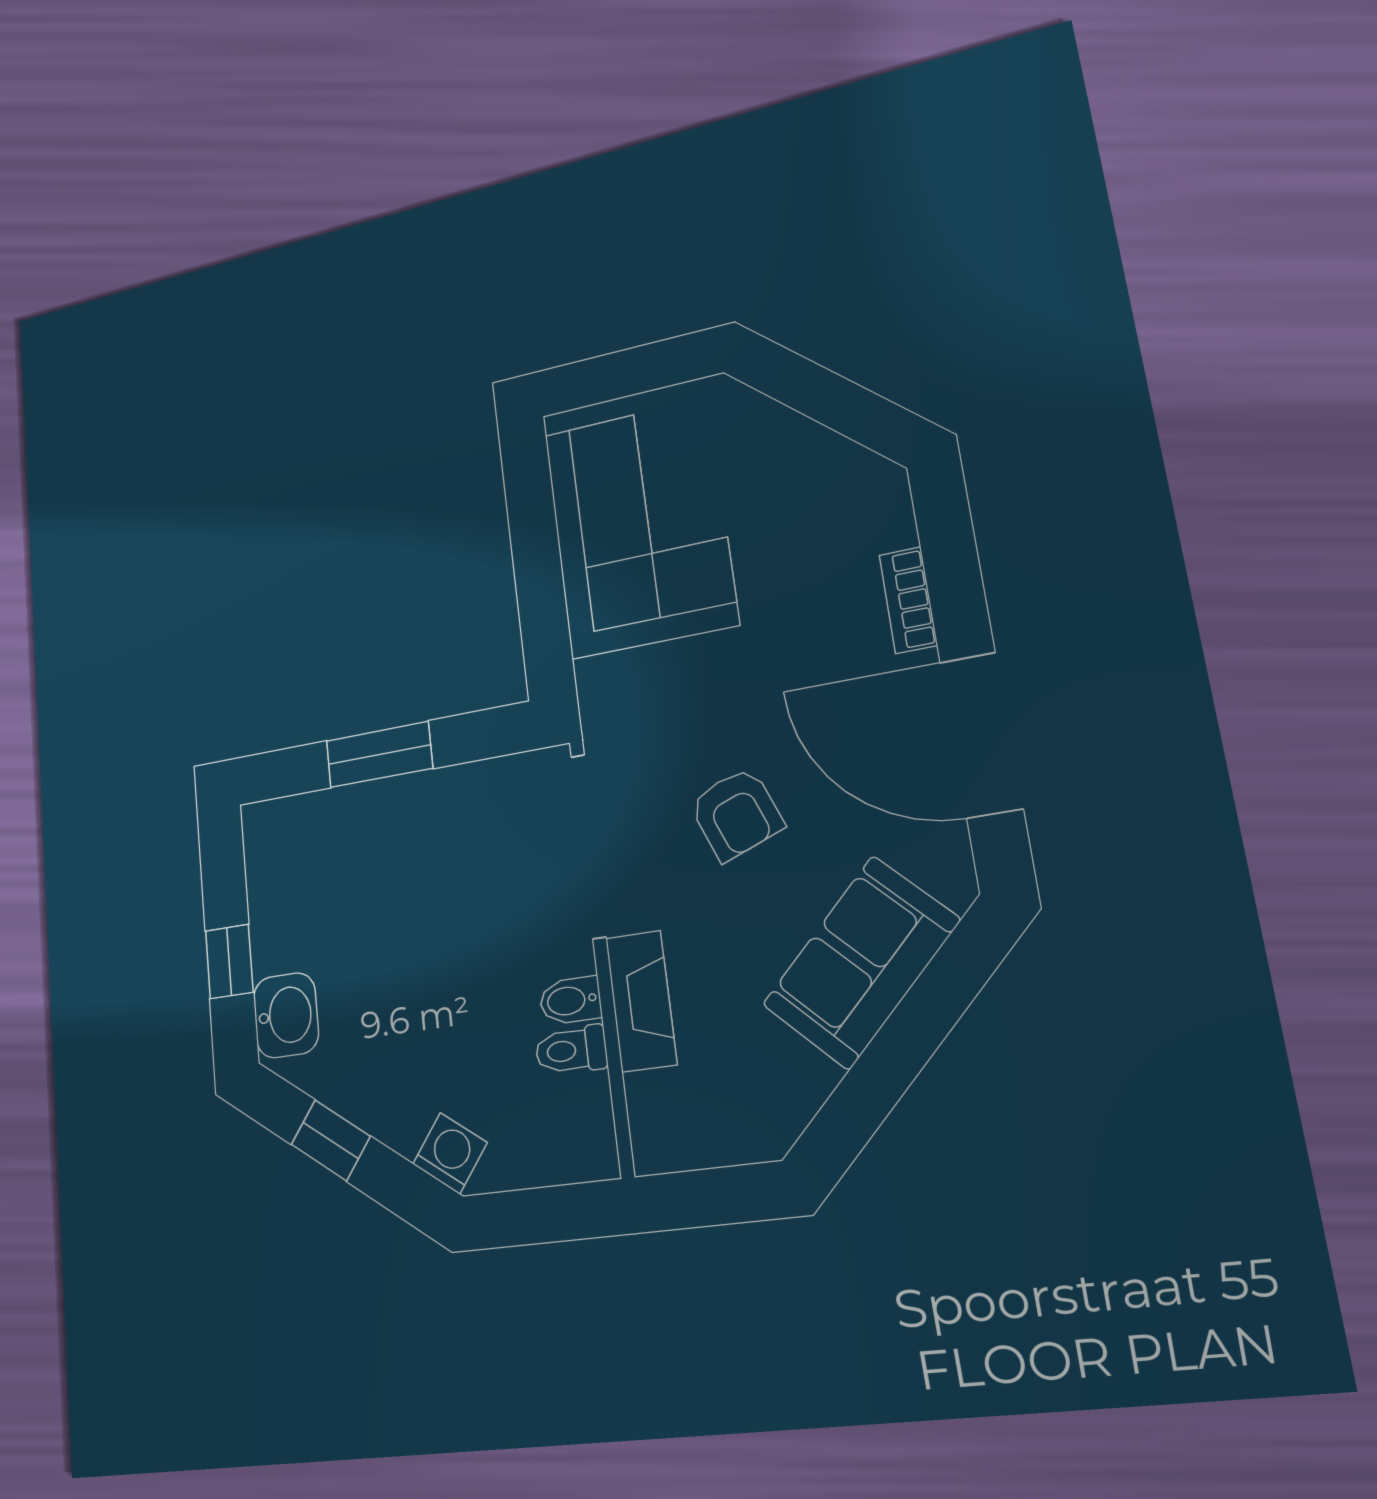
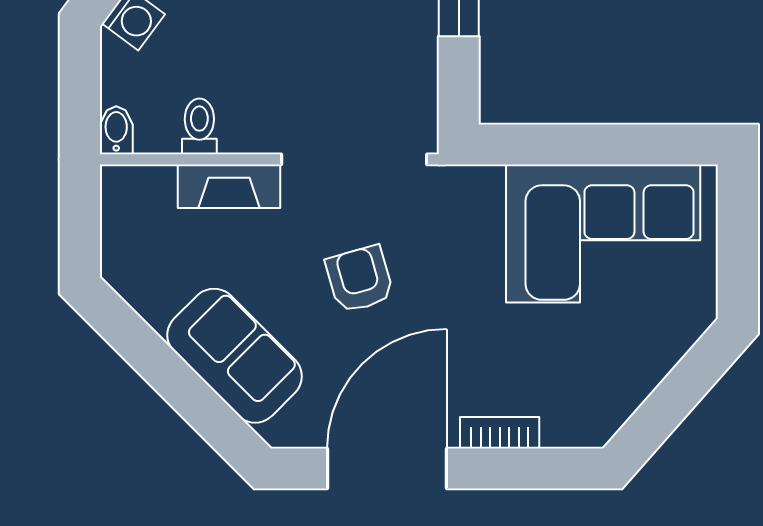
armchair: (736, 814) -> (360, 279), turned 95
bidet: (570, 1000) -> (116, 130), moved

